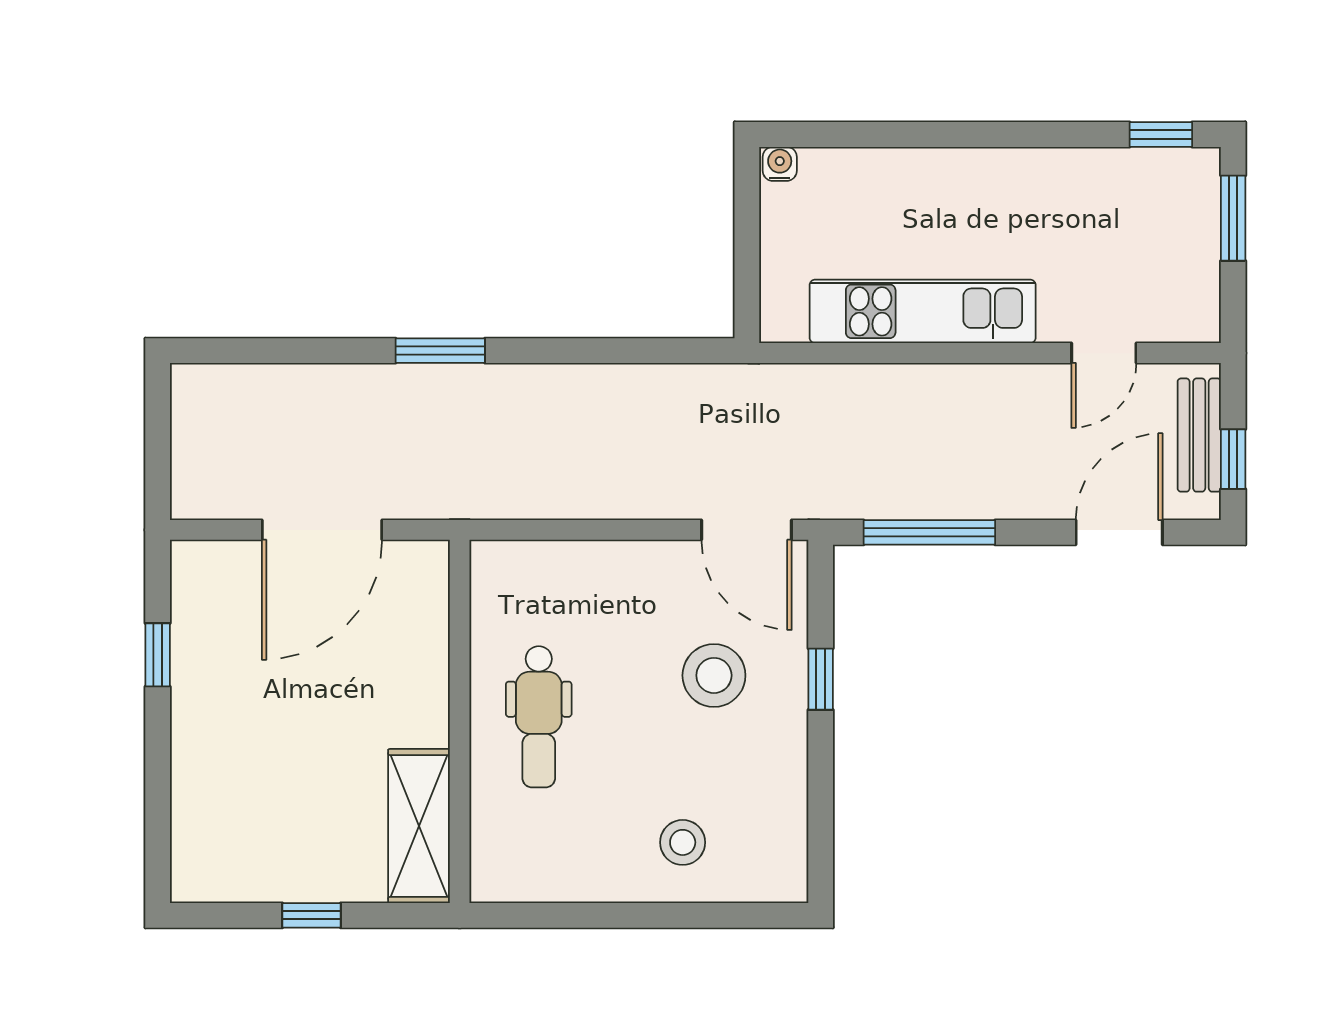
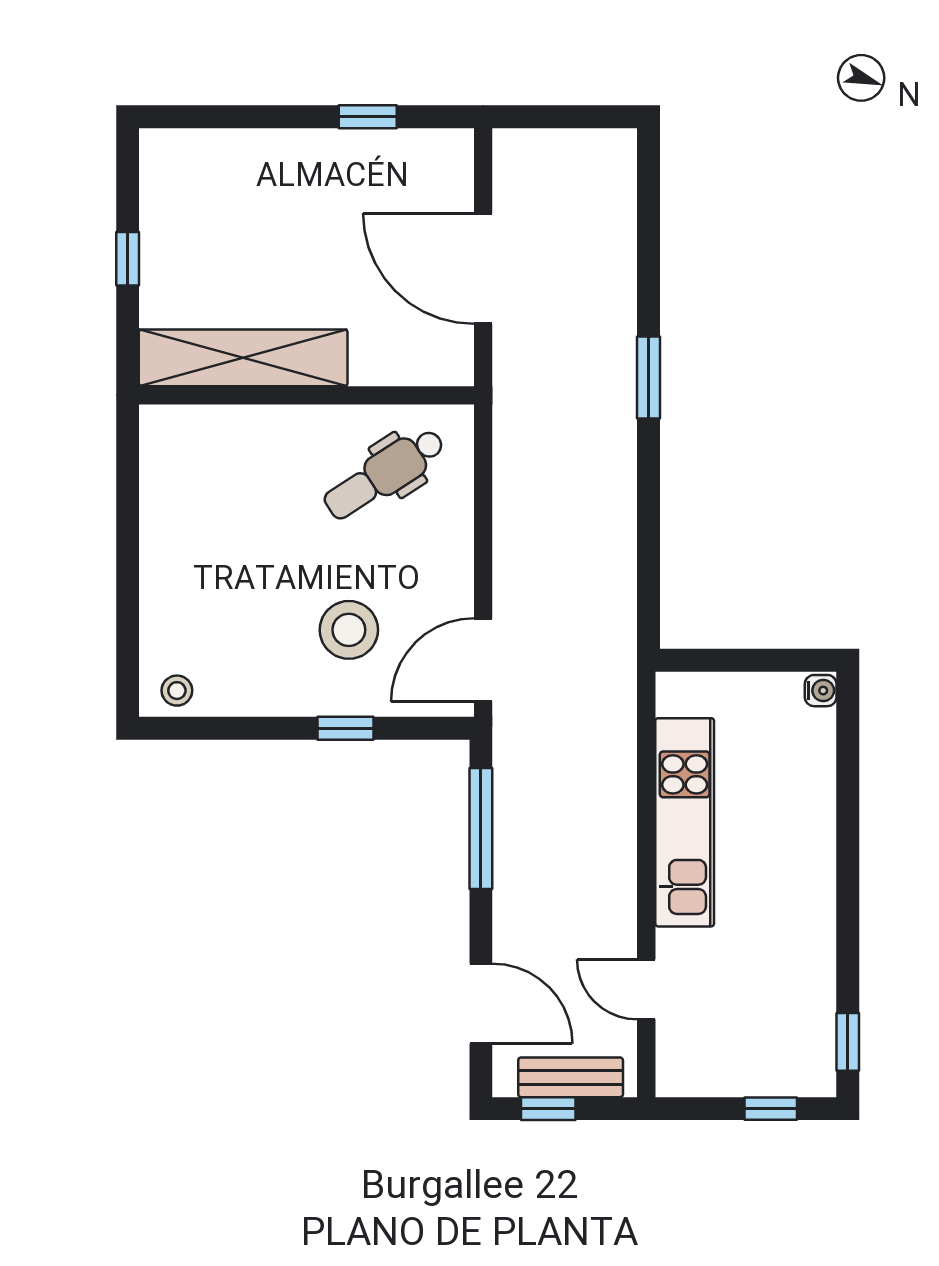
window: (1233, 218) -> (771, 1109), width x0.67
dental chair: (539, 717) -> (384, 474), moved, turned -33
shelving: (419, 826) -> (243, 358), width x1.47
stool: (683, 842) -> (177, 691), moved, width x0.73, depth x0.73

